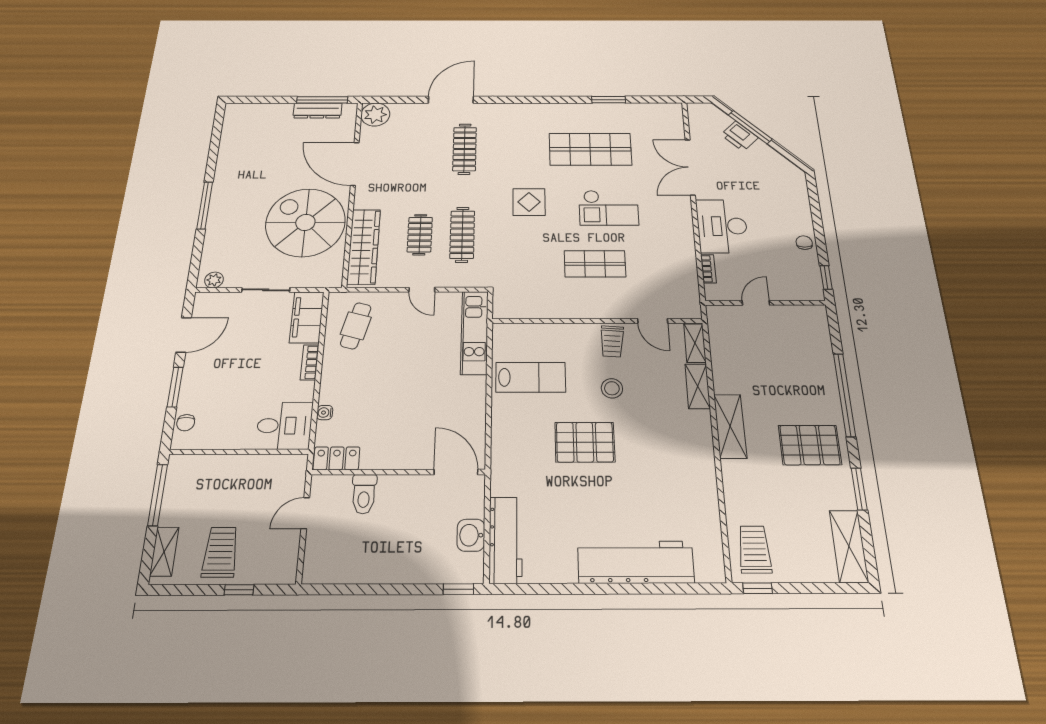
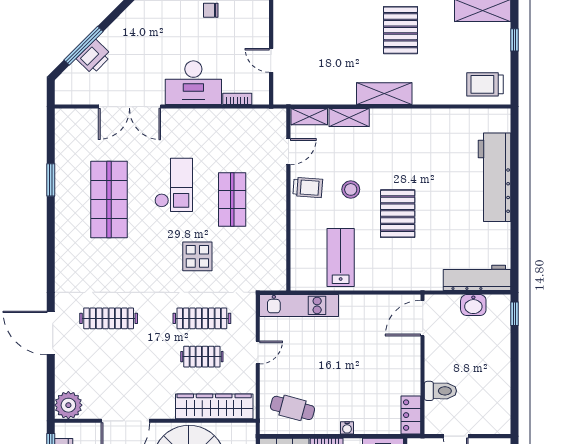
display table: (529, 202) -> (197, 256), moved
water cooler: (325, 413) -> (347, 428), moved
window: (758, 588) -> (515, 40), moved

